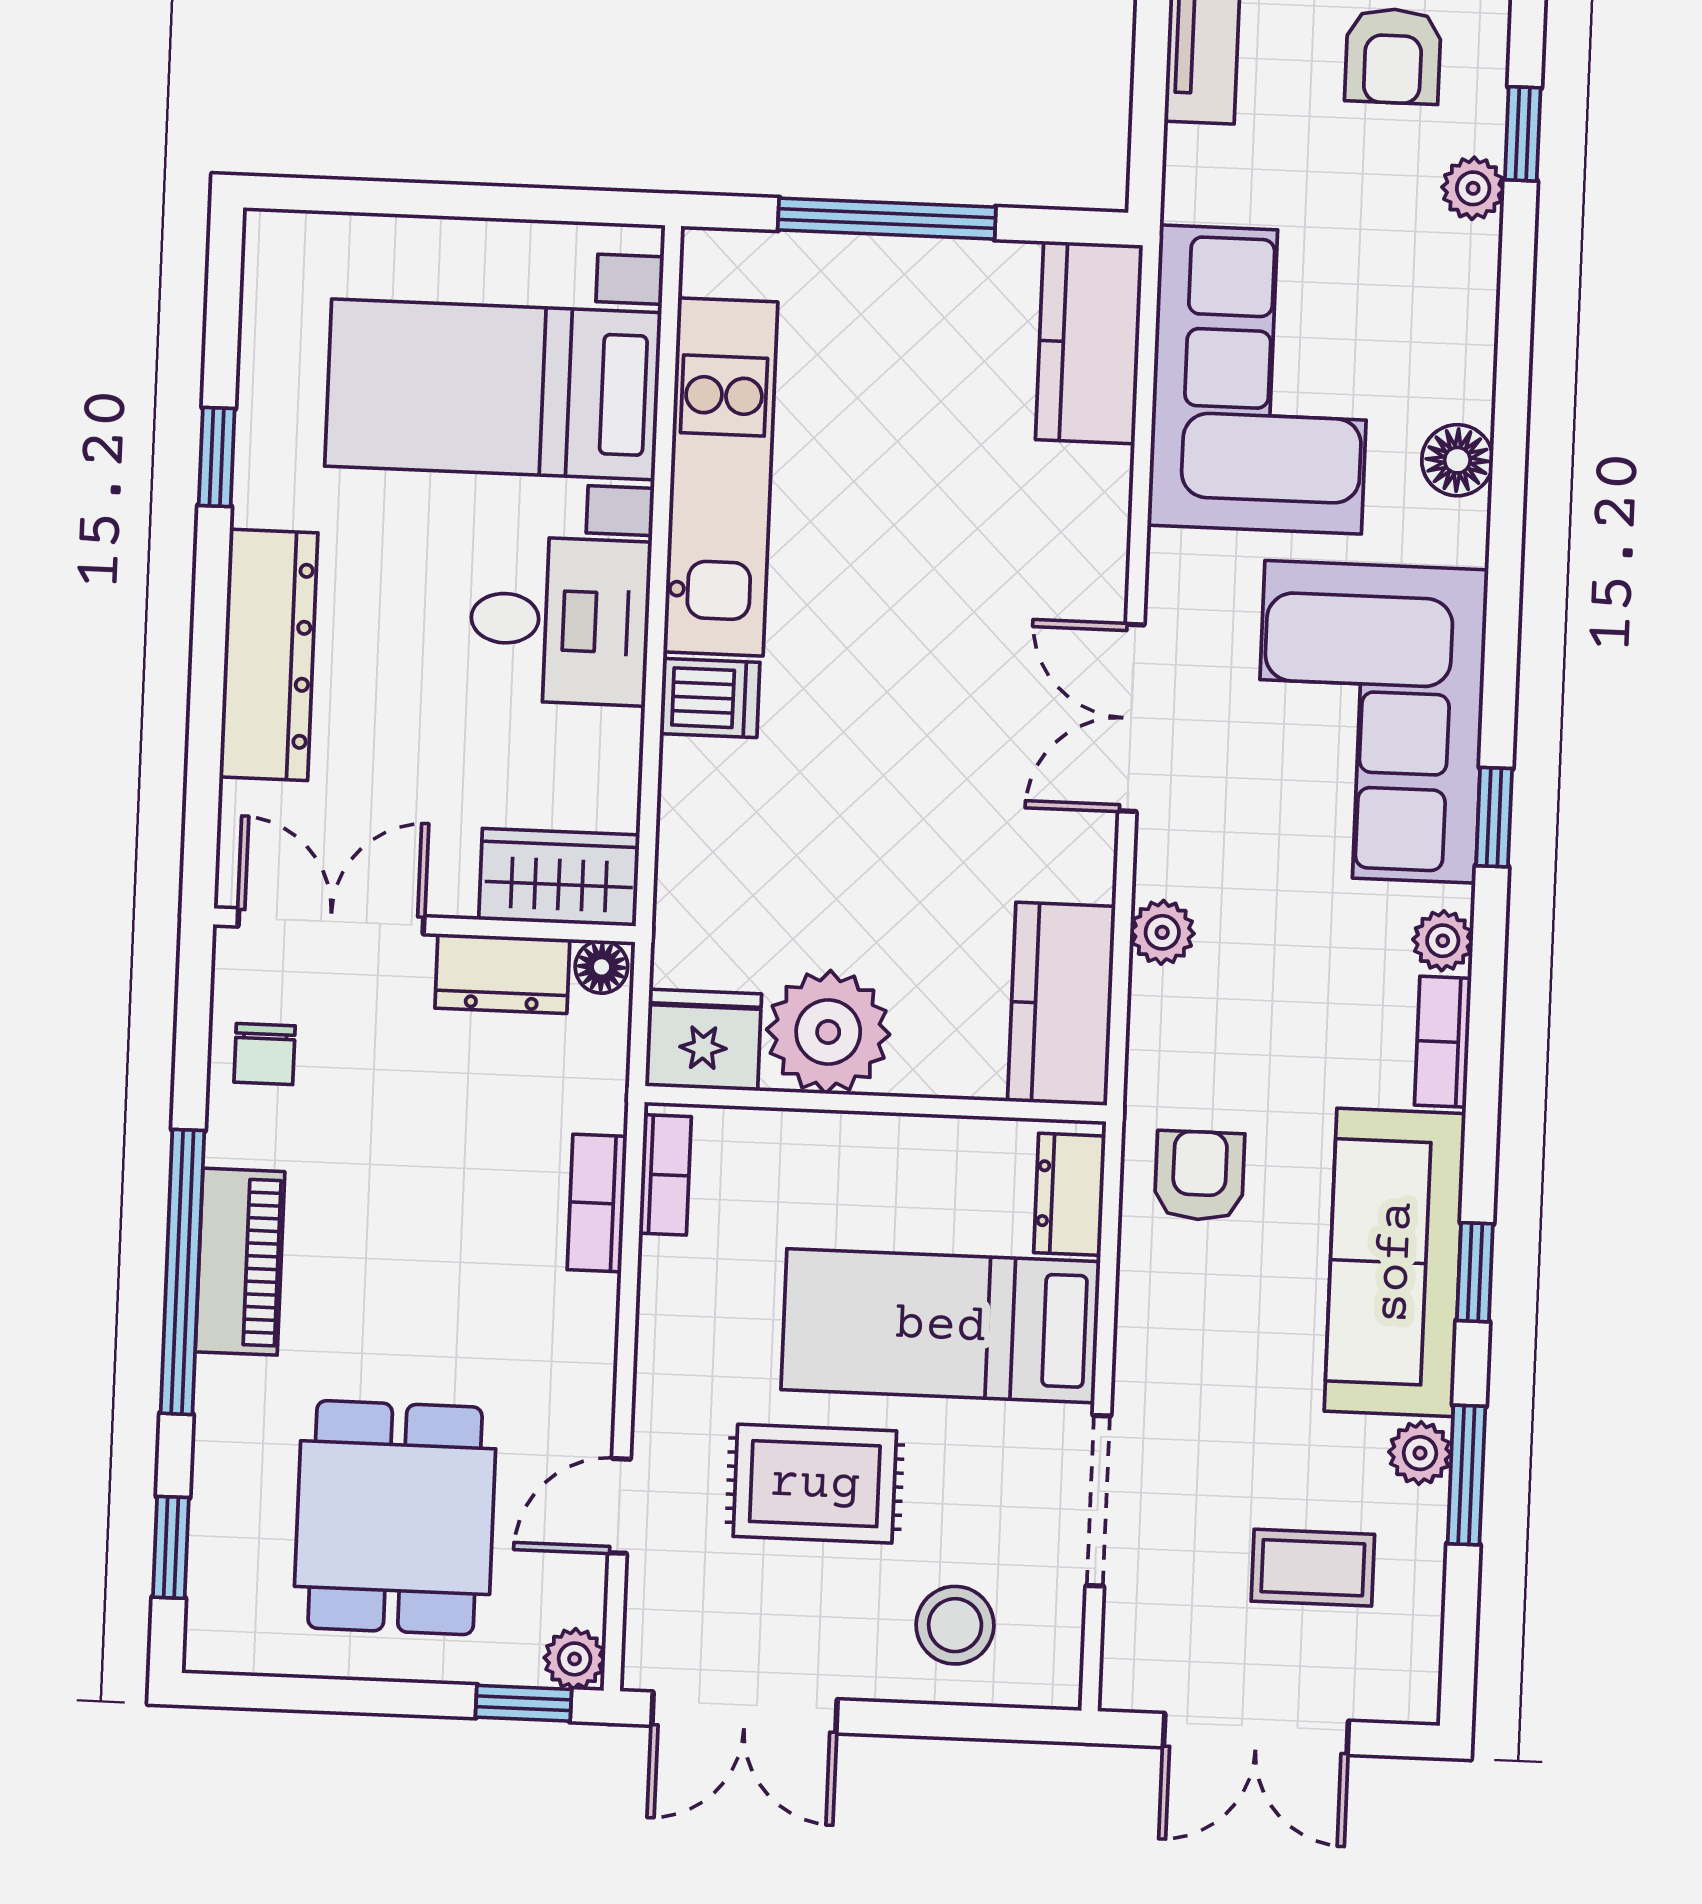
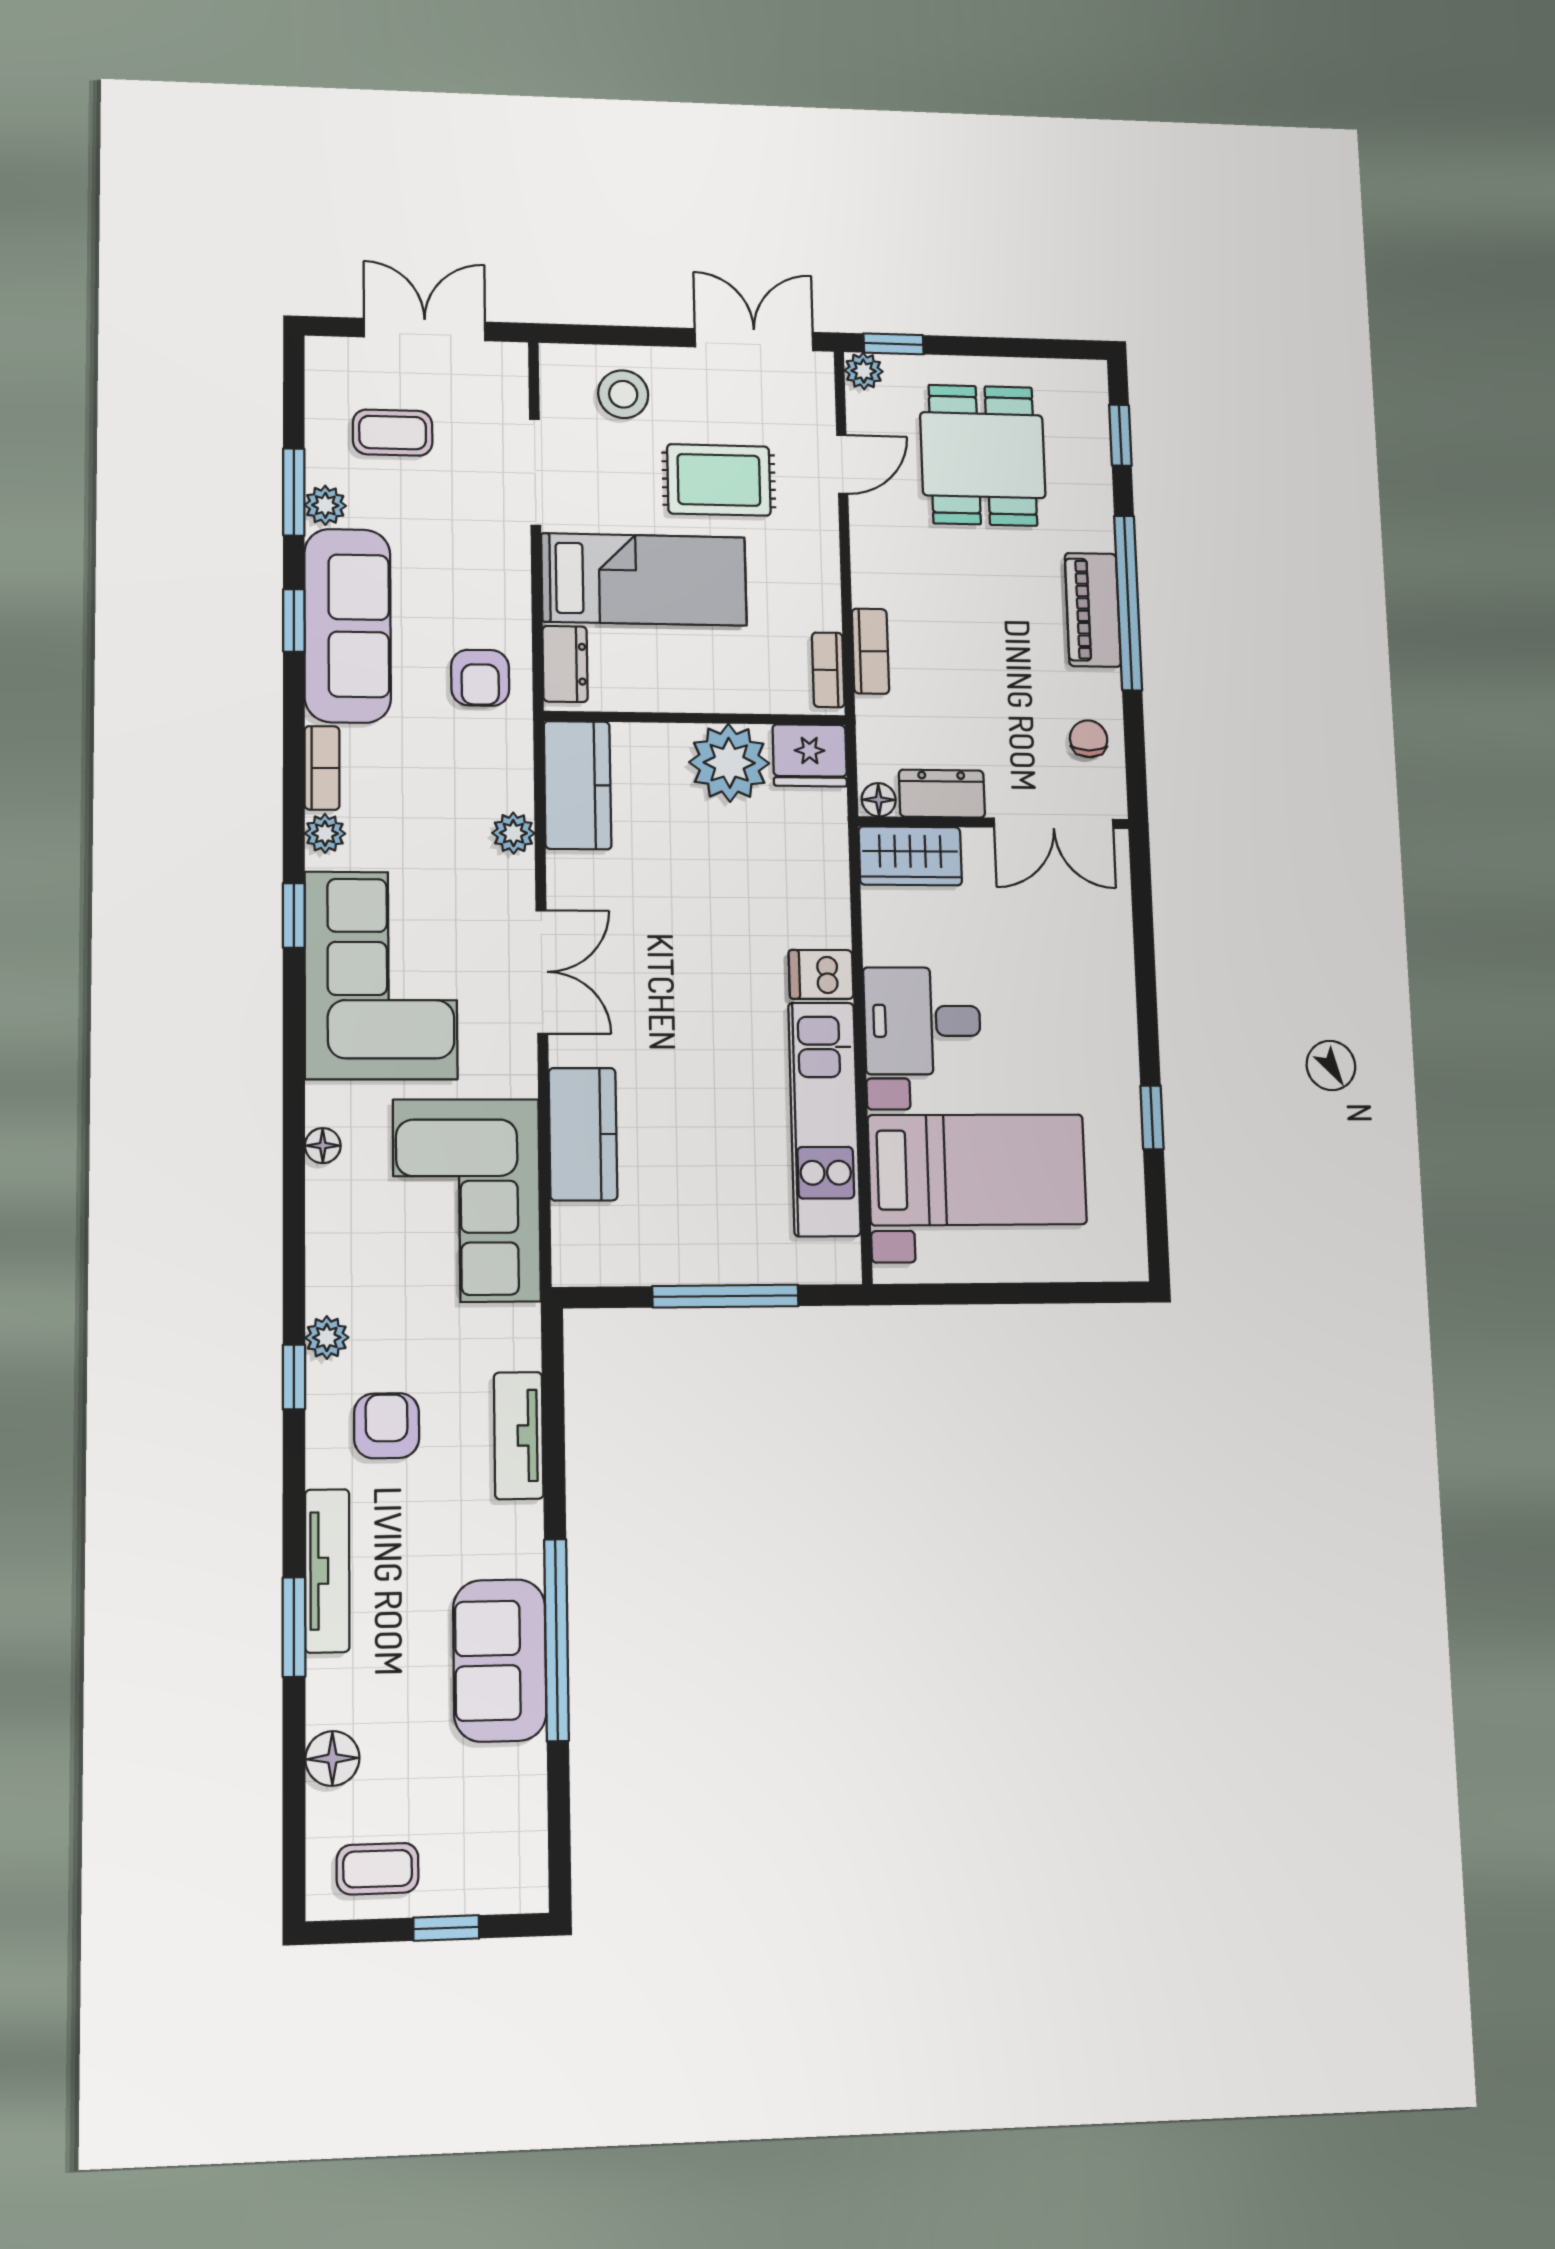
kitchen counter: (1089, 342) -> (583, 1134), moved
floor lamp: (1457, 460) -> (323, 1146), width x0.73, depth x0.73
dresser: (269, 655) -> (1108, 991), removed

